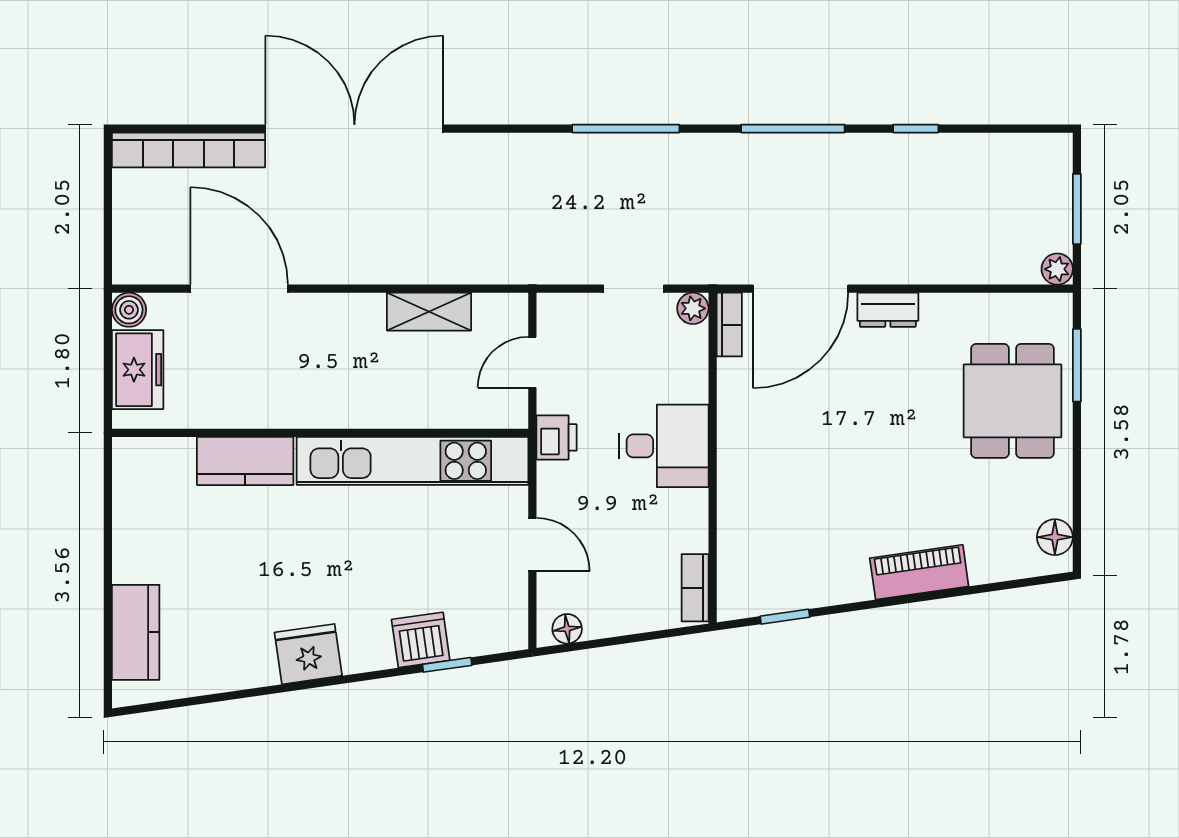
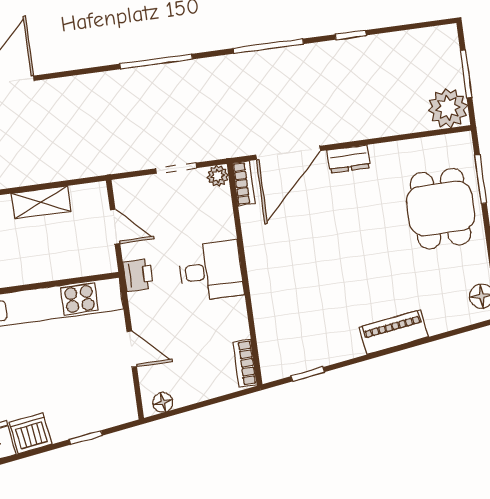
plant: (1057, 269) -> (448, 108), width x1.88, depth x1.88
door: (532, 362) -> (115, 227), swing flipped
dishwasher: (421, 640) -> (31, 433), moved

